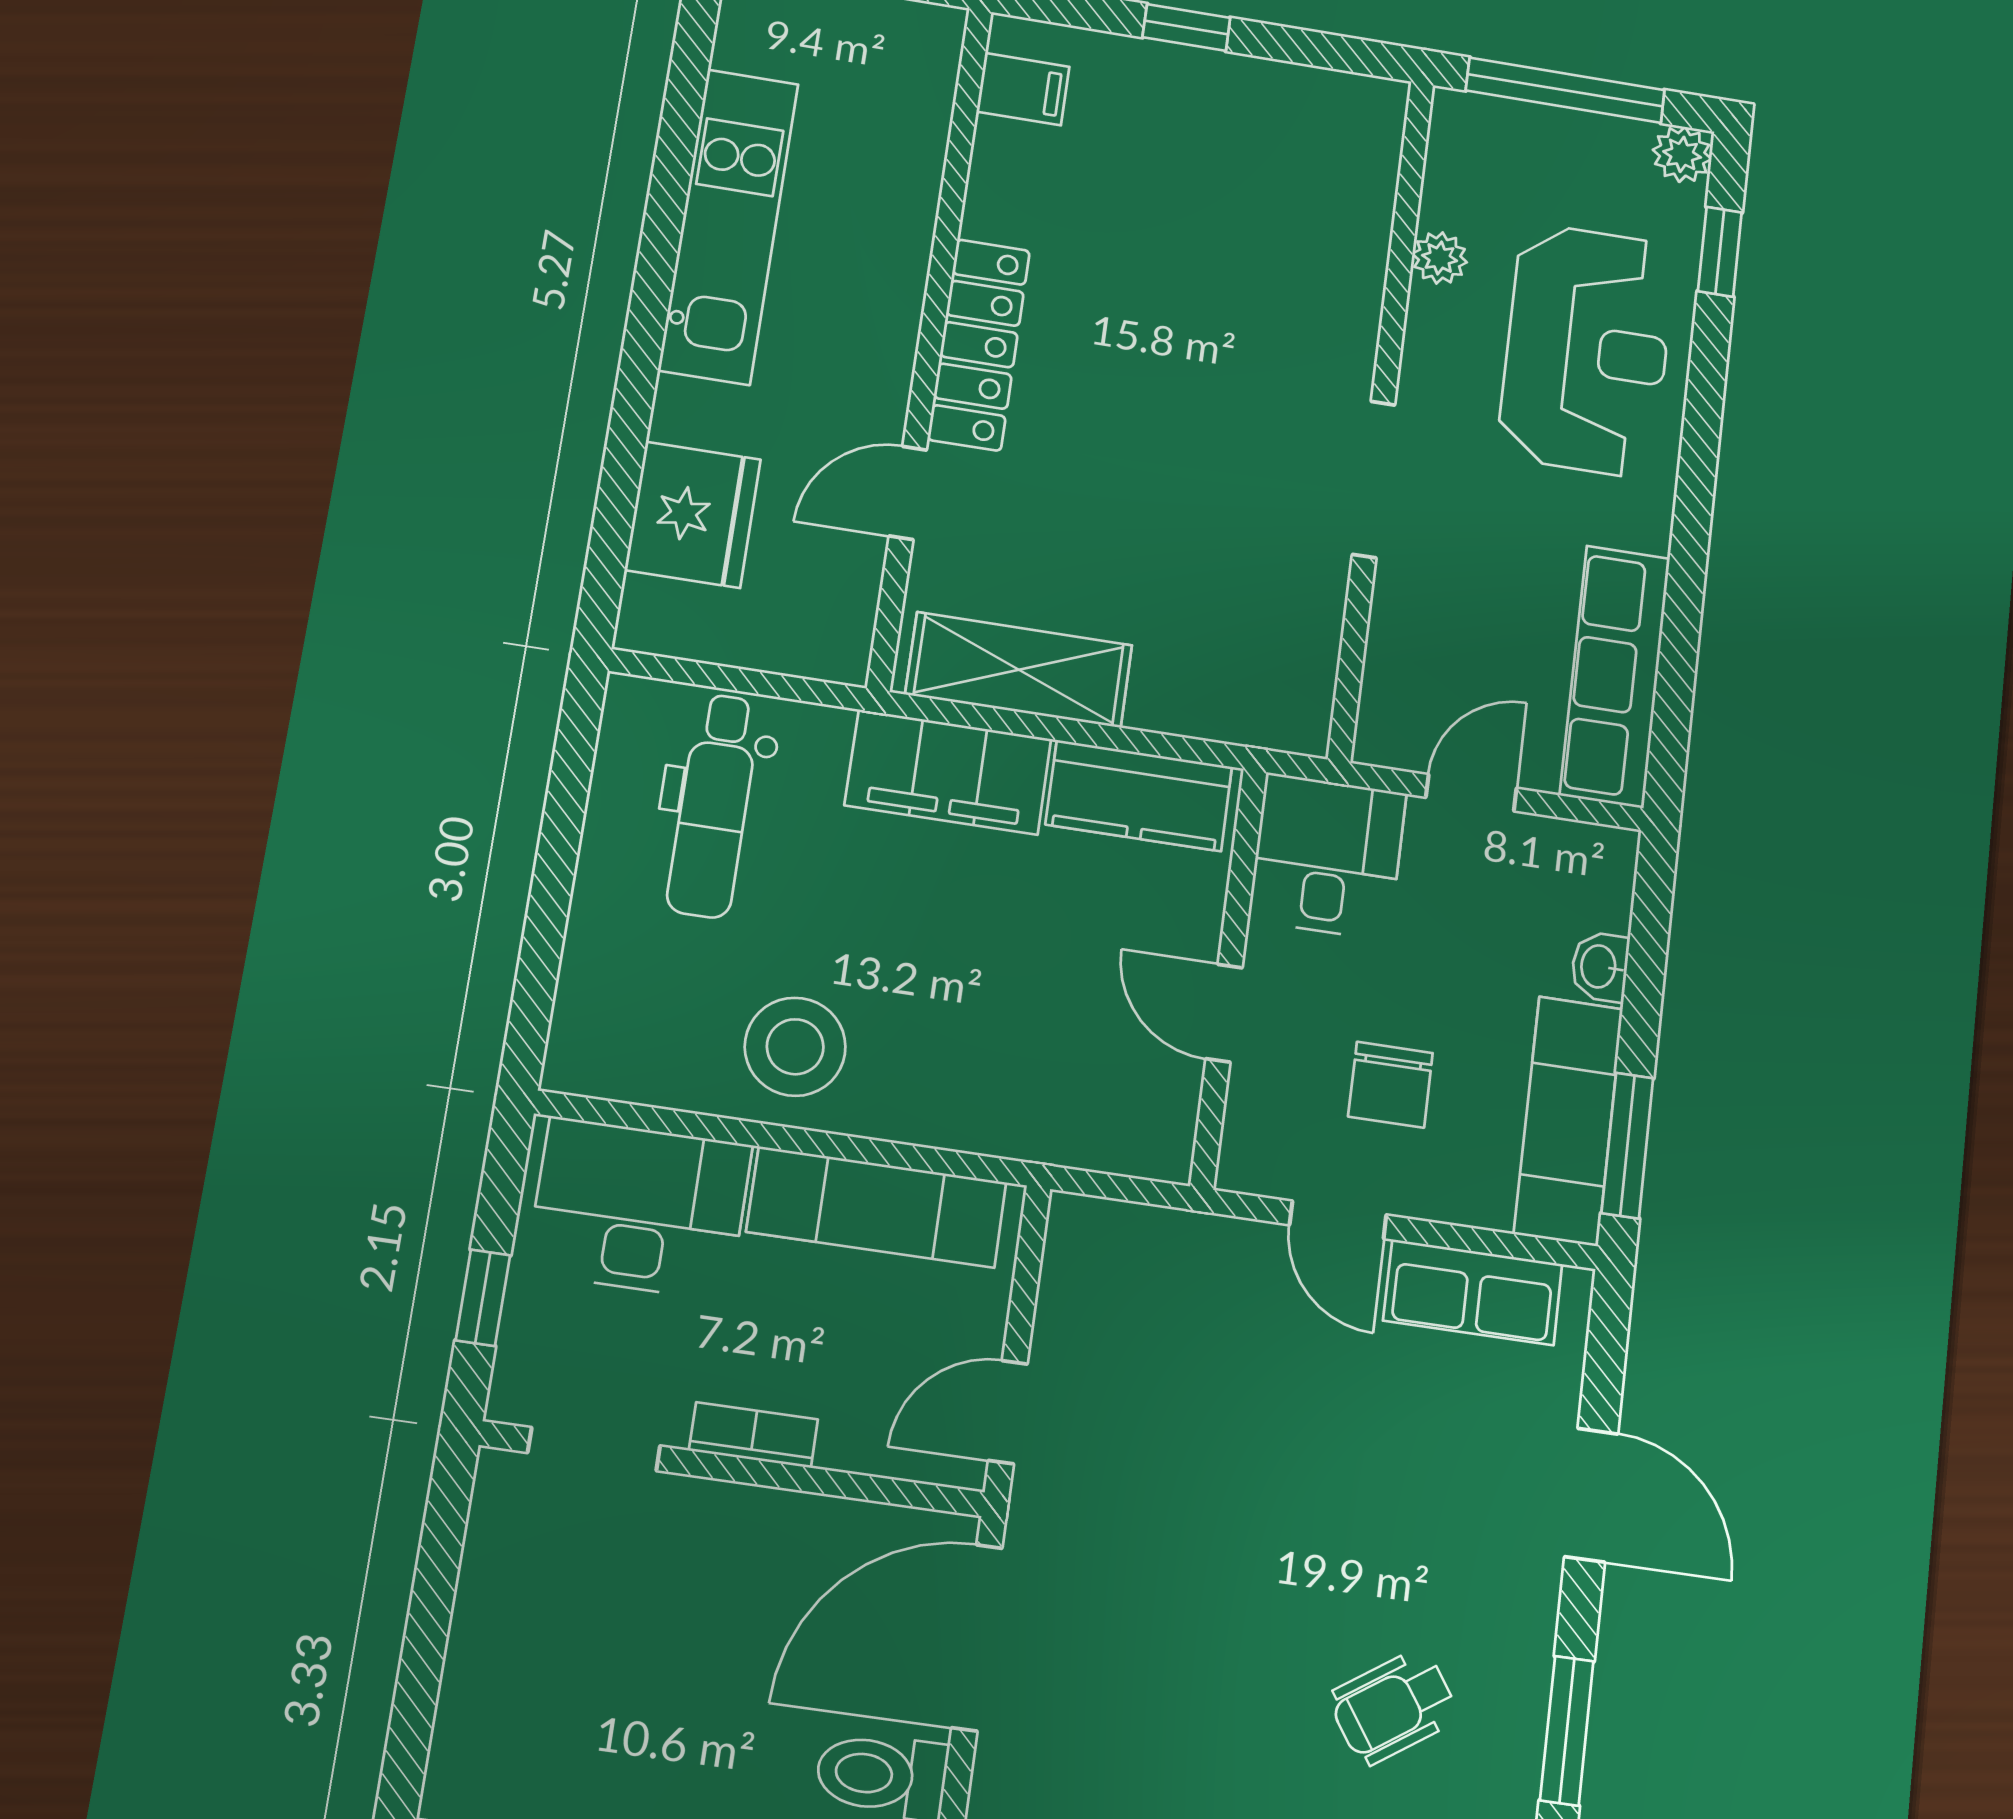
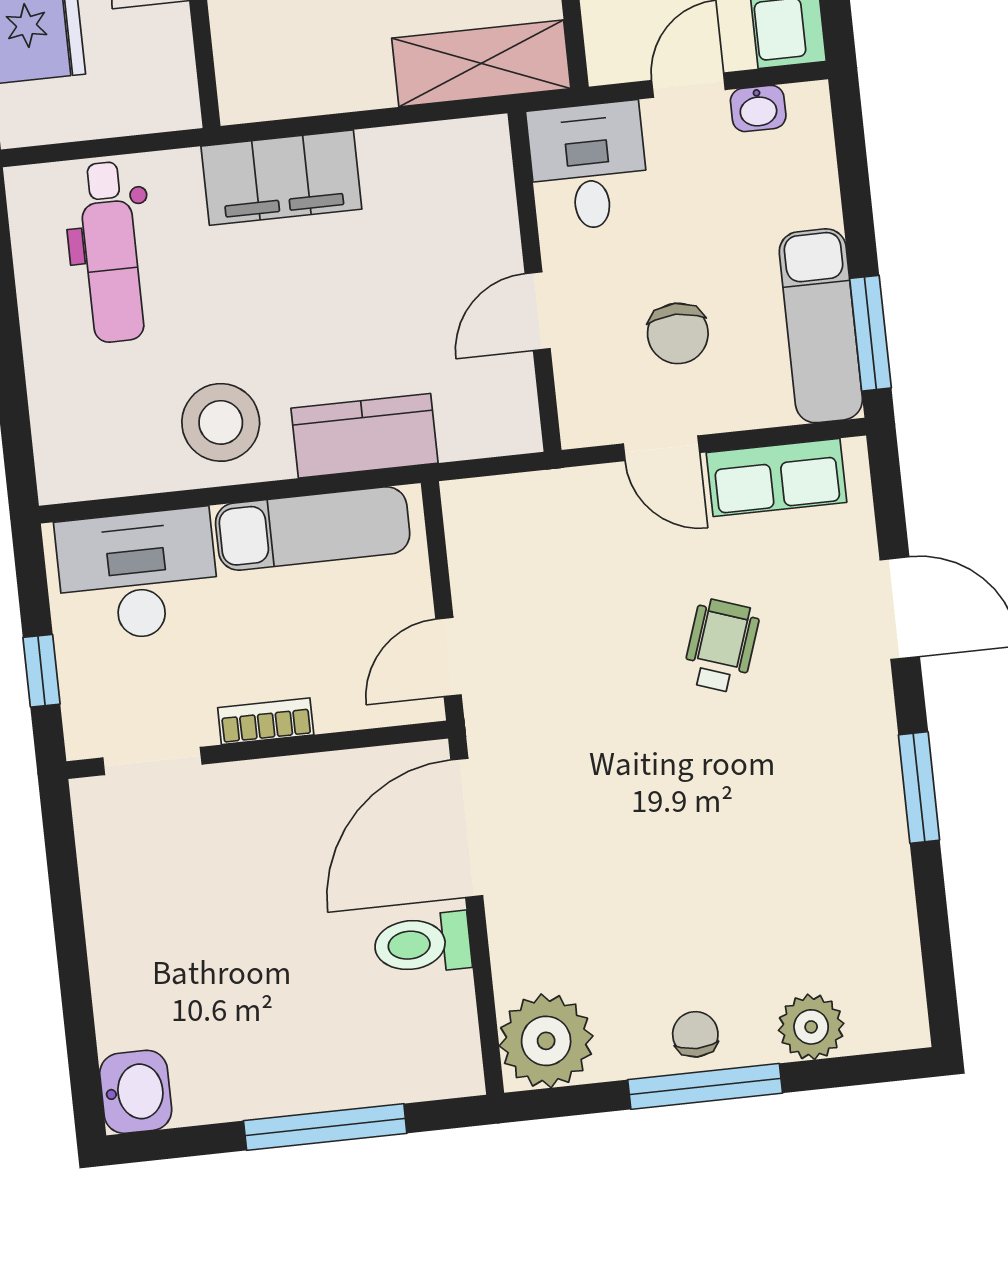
shelving: (1019, 670) -> (481, 63), moved
kitchen counter: (1139, 796) -> (364, 436), moved, turned 180
washbasin: (1600, 967) -> (758, 108), moved, turned -90
door: (1224, 1013) -> (538, 311), hinge flipped
wheelchair: (1393, 1707) -> (721, 646), moved, turned 143

